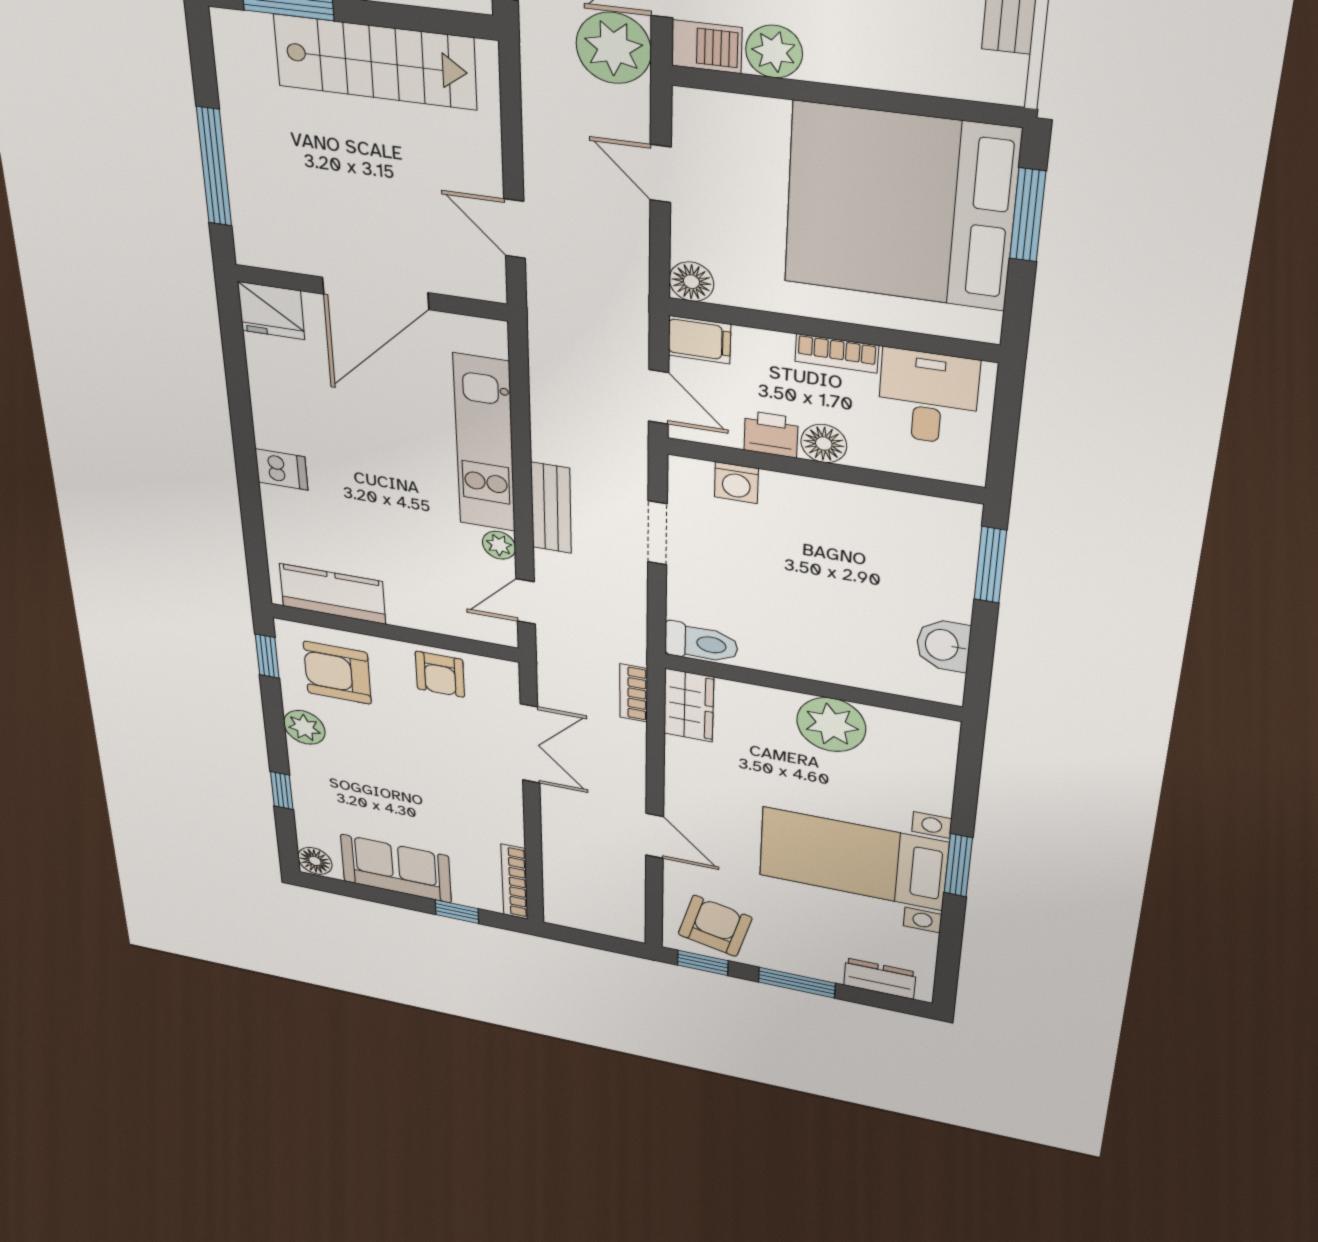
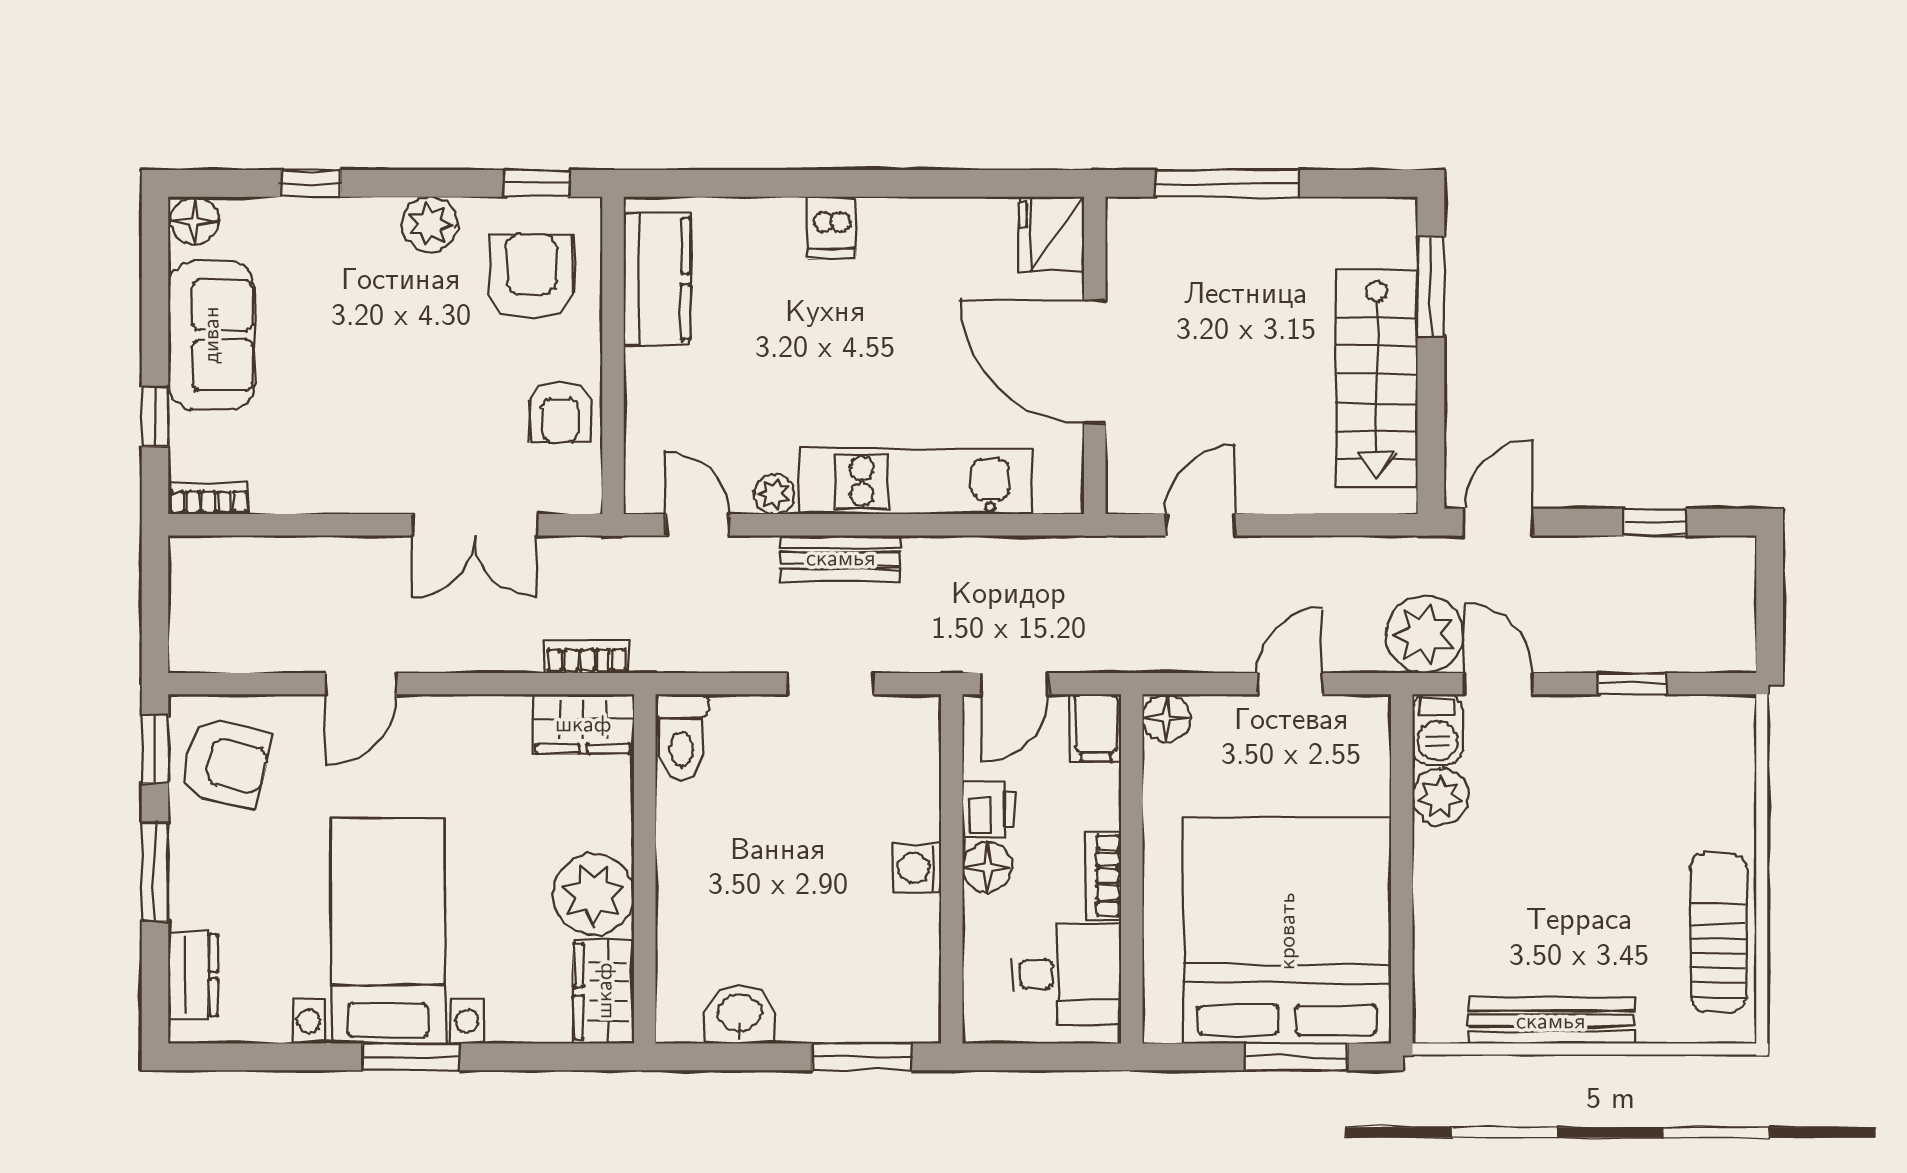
washing machine: (736, 483) -> (917, 868), moved
armchair: (440, 674) -> (560, 412), turned -90
wardrobe: (915, 733) -> (604, 991), added
bookcase: (514, 882) -> (209, 498), width x0.64

